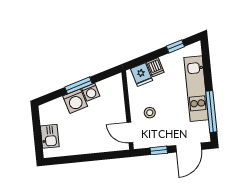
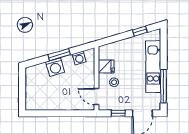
dishwasher: (155, 67) -> (122, 46), removed
fridge: (141, 75) -> (106, 66), moved, turned -74
washing machine: (91, 92) -> (79, 58), moved
kitchen sink: (50, 136) -> (32, 93), removed

